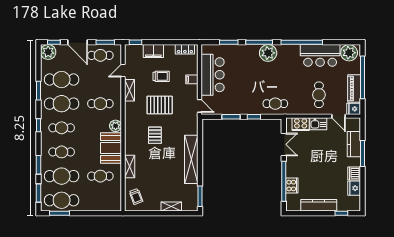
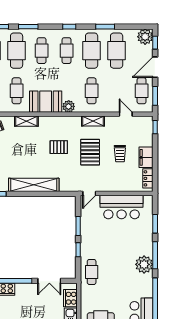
filing cabinet: (153, 51) -> (146, 157), moved
filing cabinet: (192, 79) -> (117, 185), removed
shelving: (129, 90) -> (93, 121), moved

